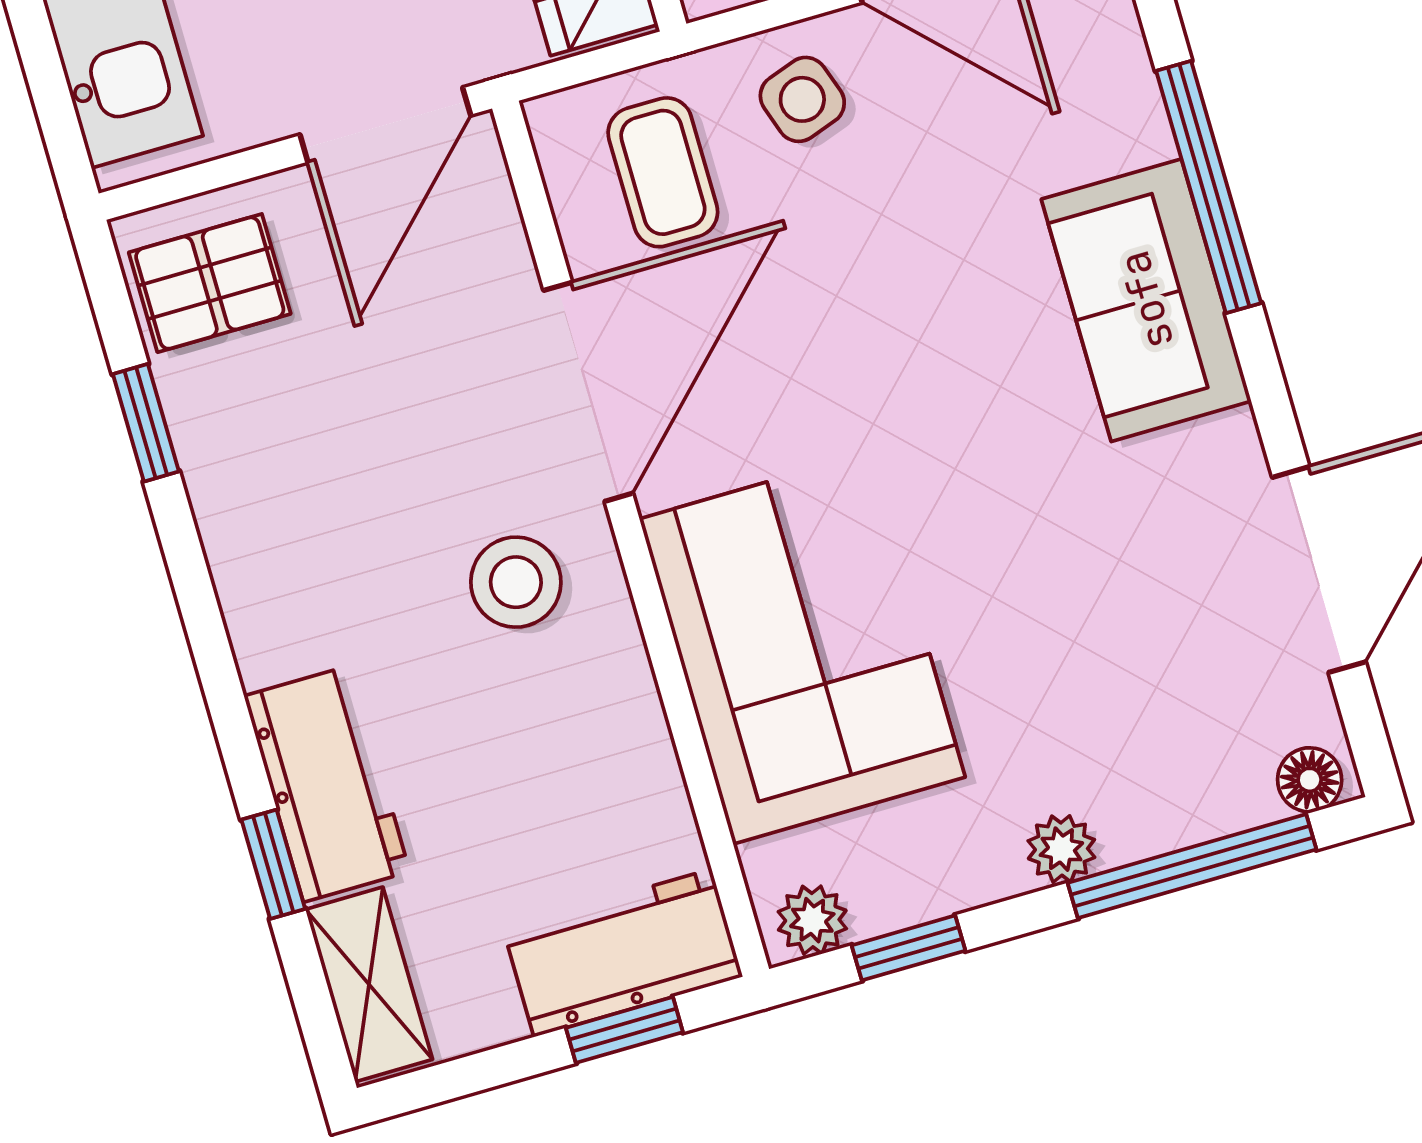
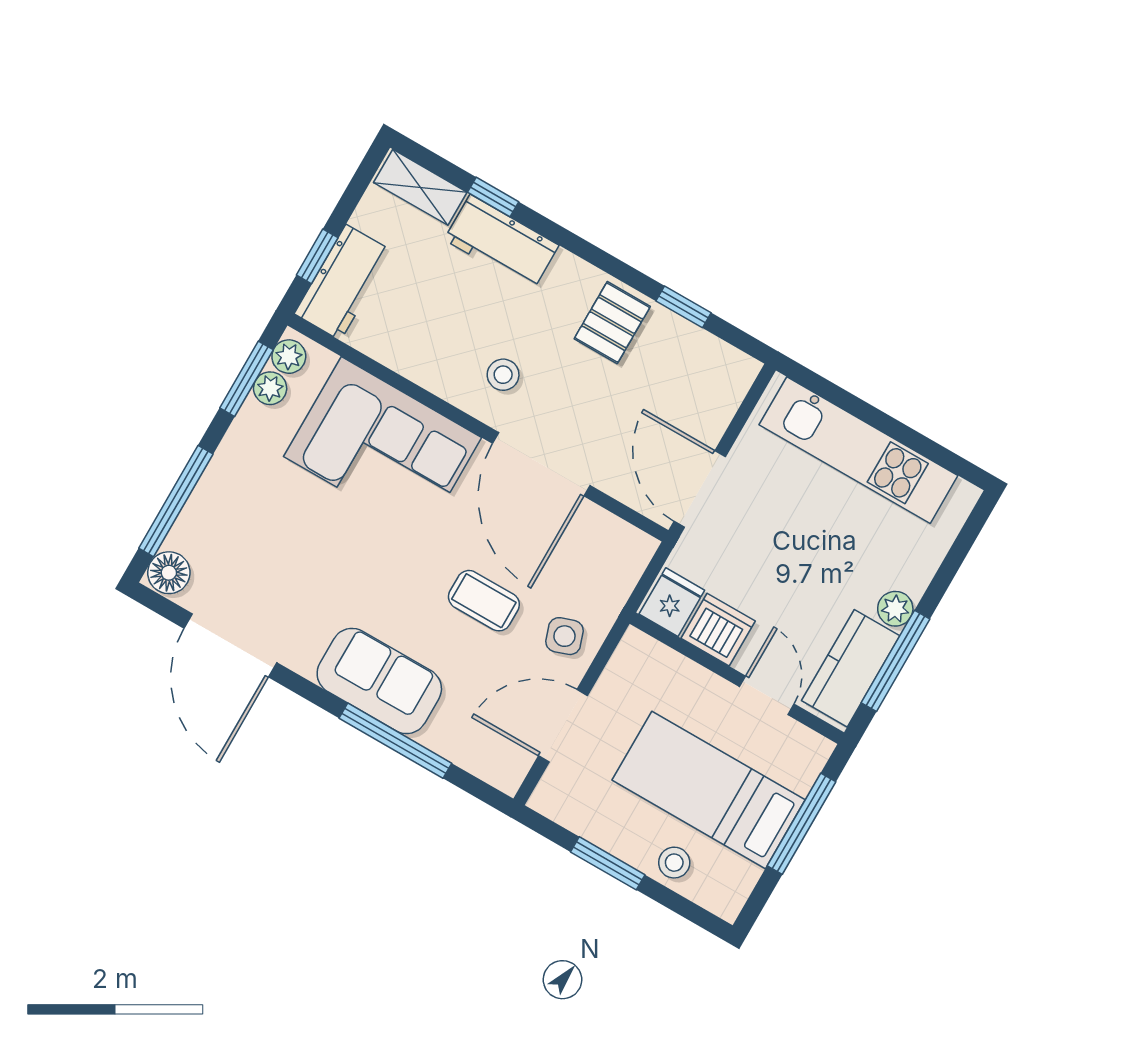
coffee table: (663, 172) -> (484, 601), moved
pallet: (210, 283) -> (612, 323), moved
stool: (516, 582) -> (503, 375), width x0.73, depth x0.73
floor lamp: (1310, 780) -> (169, 573), width x1.37, depth x1.37
plant: (1061, 849) -> (270, 388), moved
window: (909, 948) -> (246, 379), width x1.50

